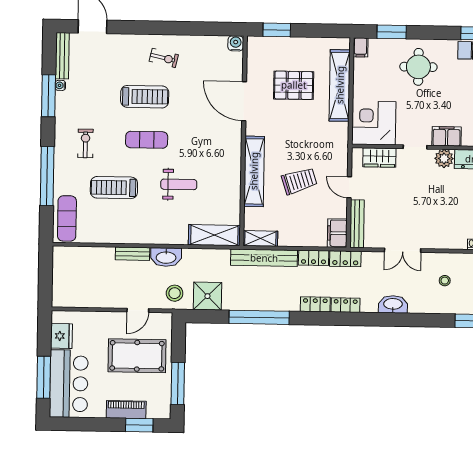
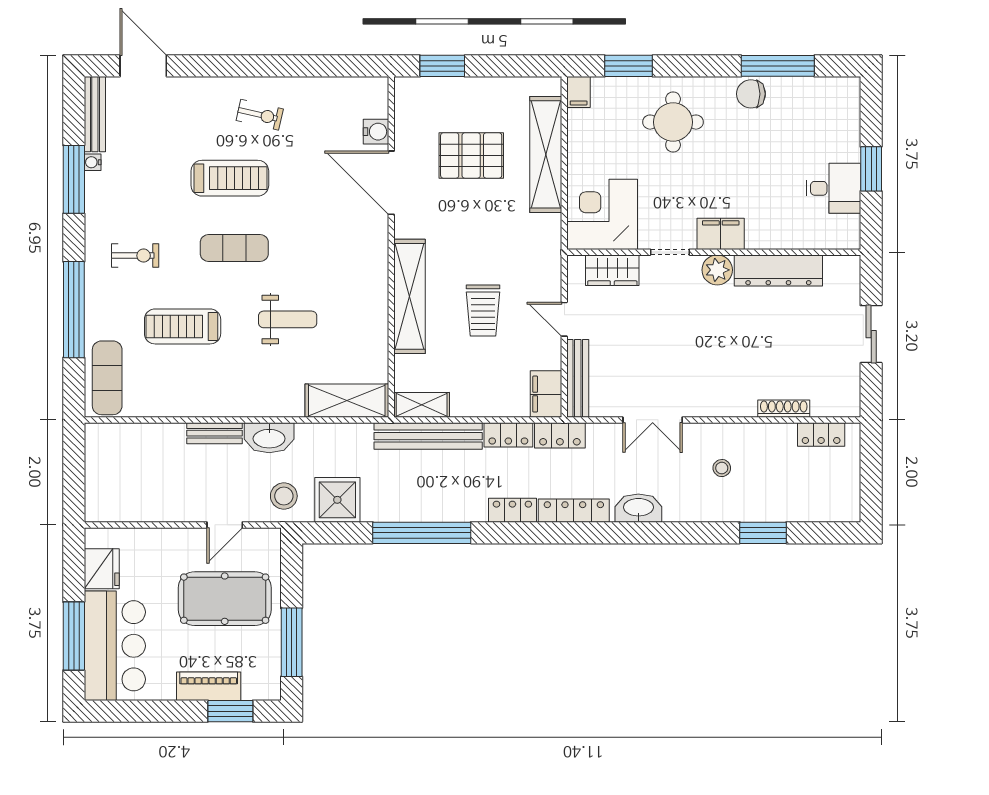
water cooler: (236, 43) -> (376, 132), moved, turned 90
exercise bike: (85, 143) -> (135, 256), turned 90
trolley: (299, 181) -> (483, 310), turned 108
locker: (346, 305) -> (574, 511), width x1.53

